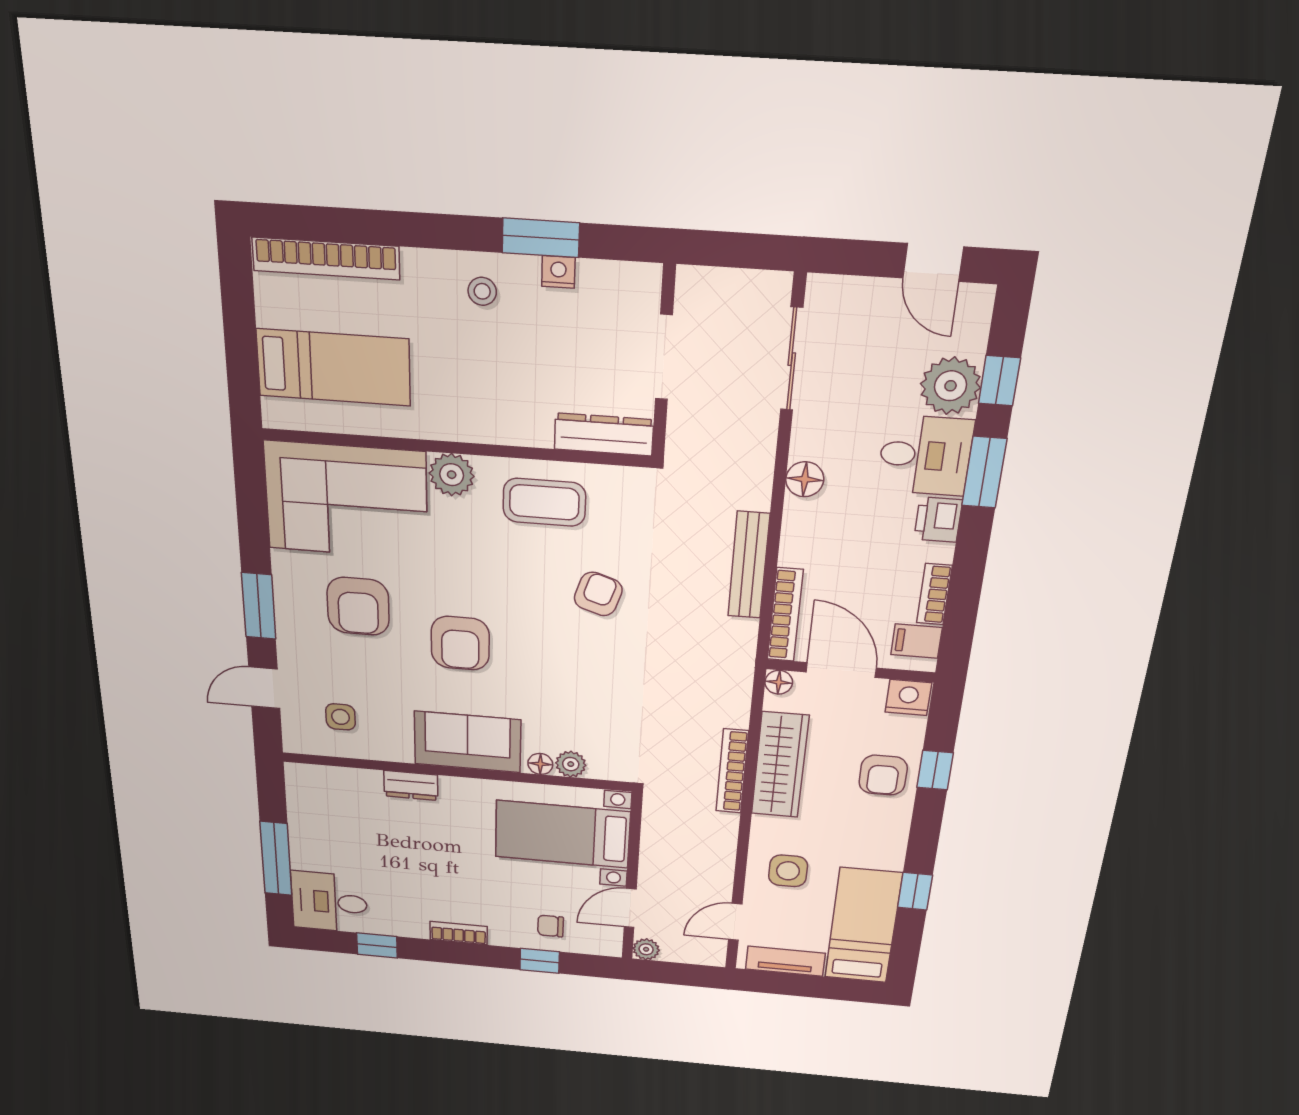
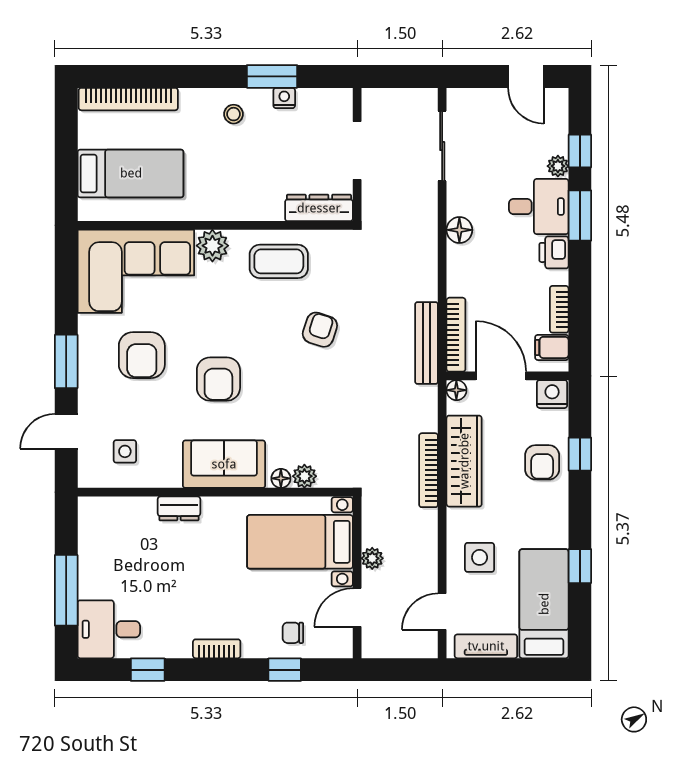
plant: (951, 386) -> (558, 166), width x0.53, depth x0.53
bench: (749, 565) -> (427, 343), moved
plant: (646, 949) -> (372, 558), moved

